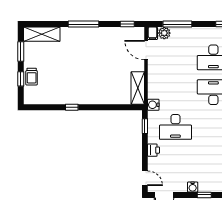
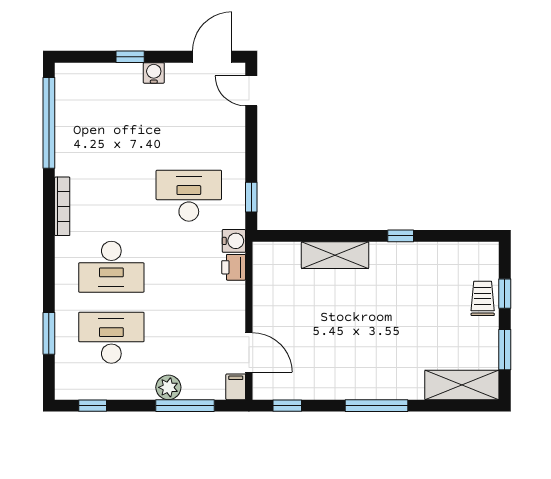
plant: (164, 33) -> (168, 387), moved
shelving: (138, 88) -> (335, 255), moved, turned 90
printer: (154, 150) -> (234, 267), moved

